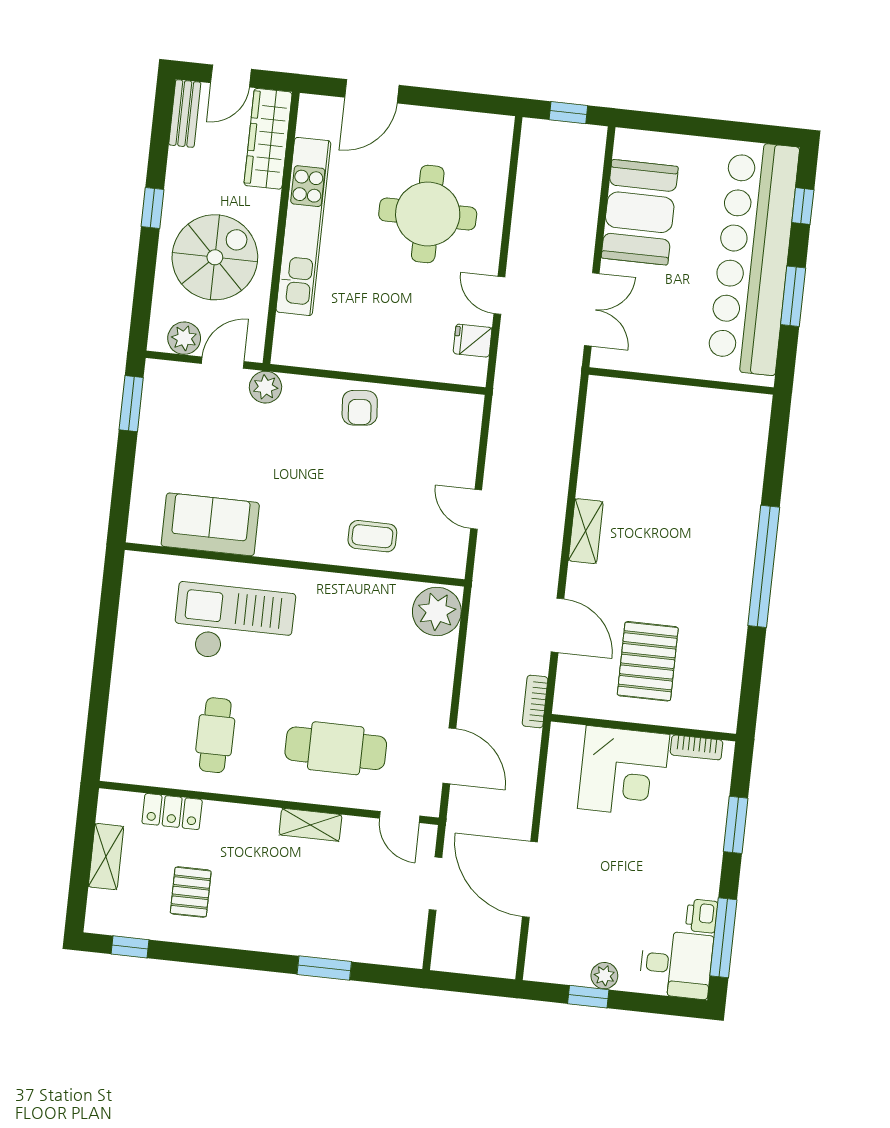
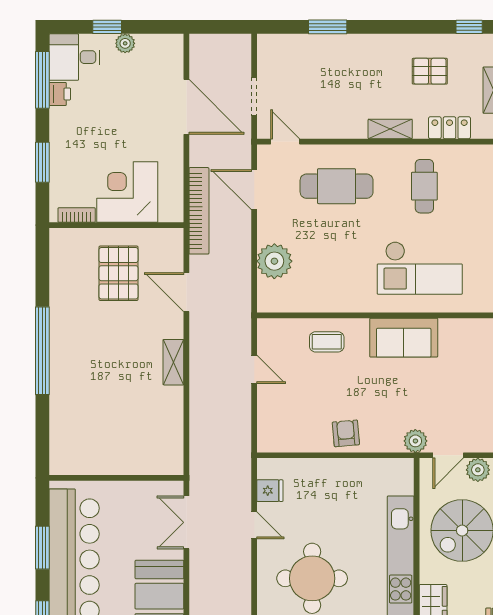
sofa: (210, 524) -> (404, 338), moved
plant: (437, 611) -> (274, 261), moved
bookcase: (535, 701) -> (199, 211), width x2.31, depth x1.31
shelving: (310, 825) -> (390, 129), moved
pallet: (191, 892) -> (430, 71), turned 90
window: (588, 997) -> (107, 27), moved

